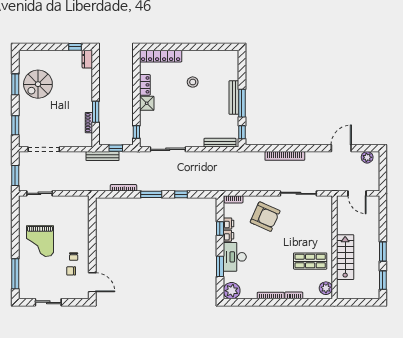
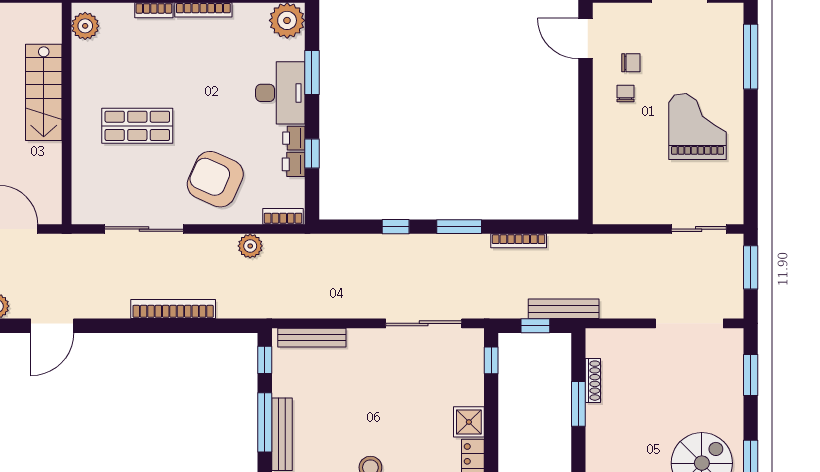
plant: (249, 185) -> (250, 246), added
shop shelf: (310, 261) -> (137, 126), moved

